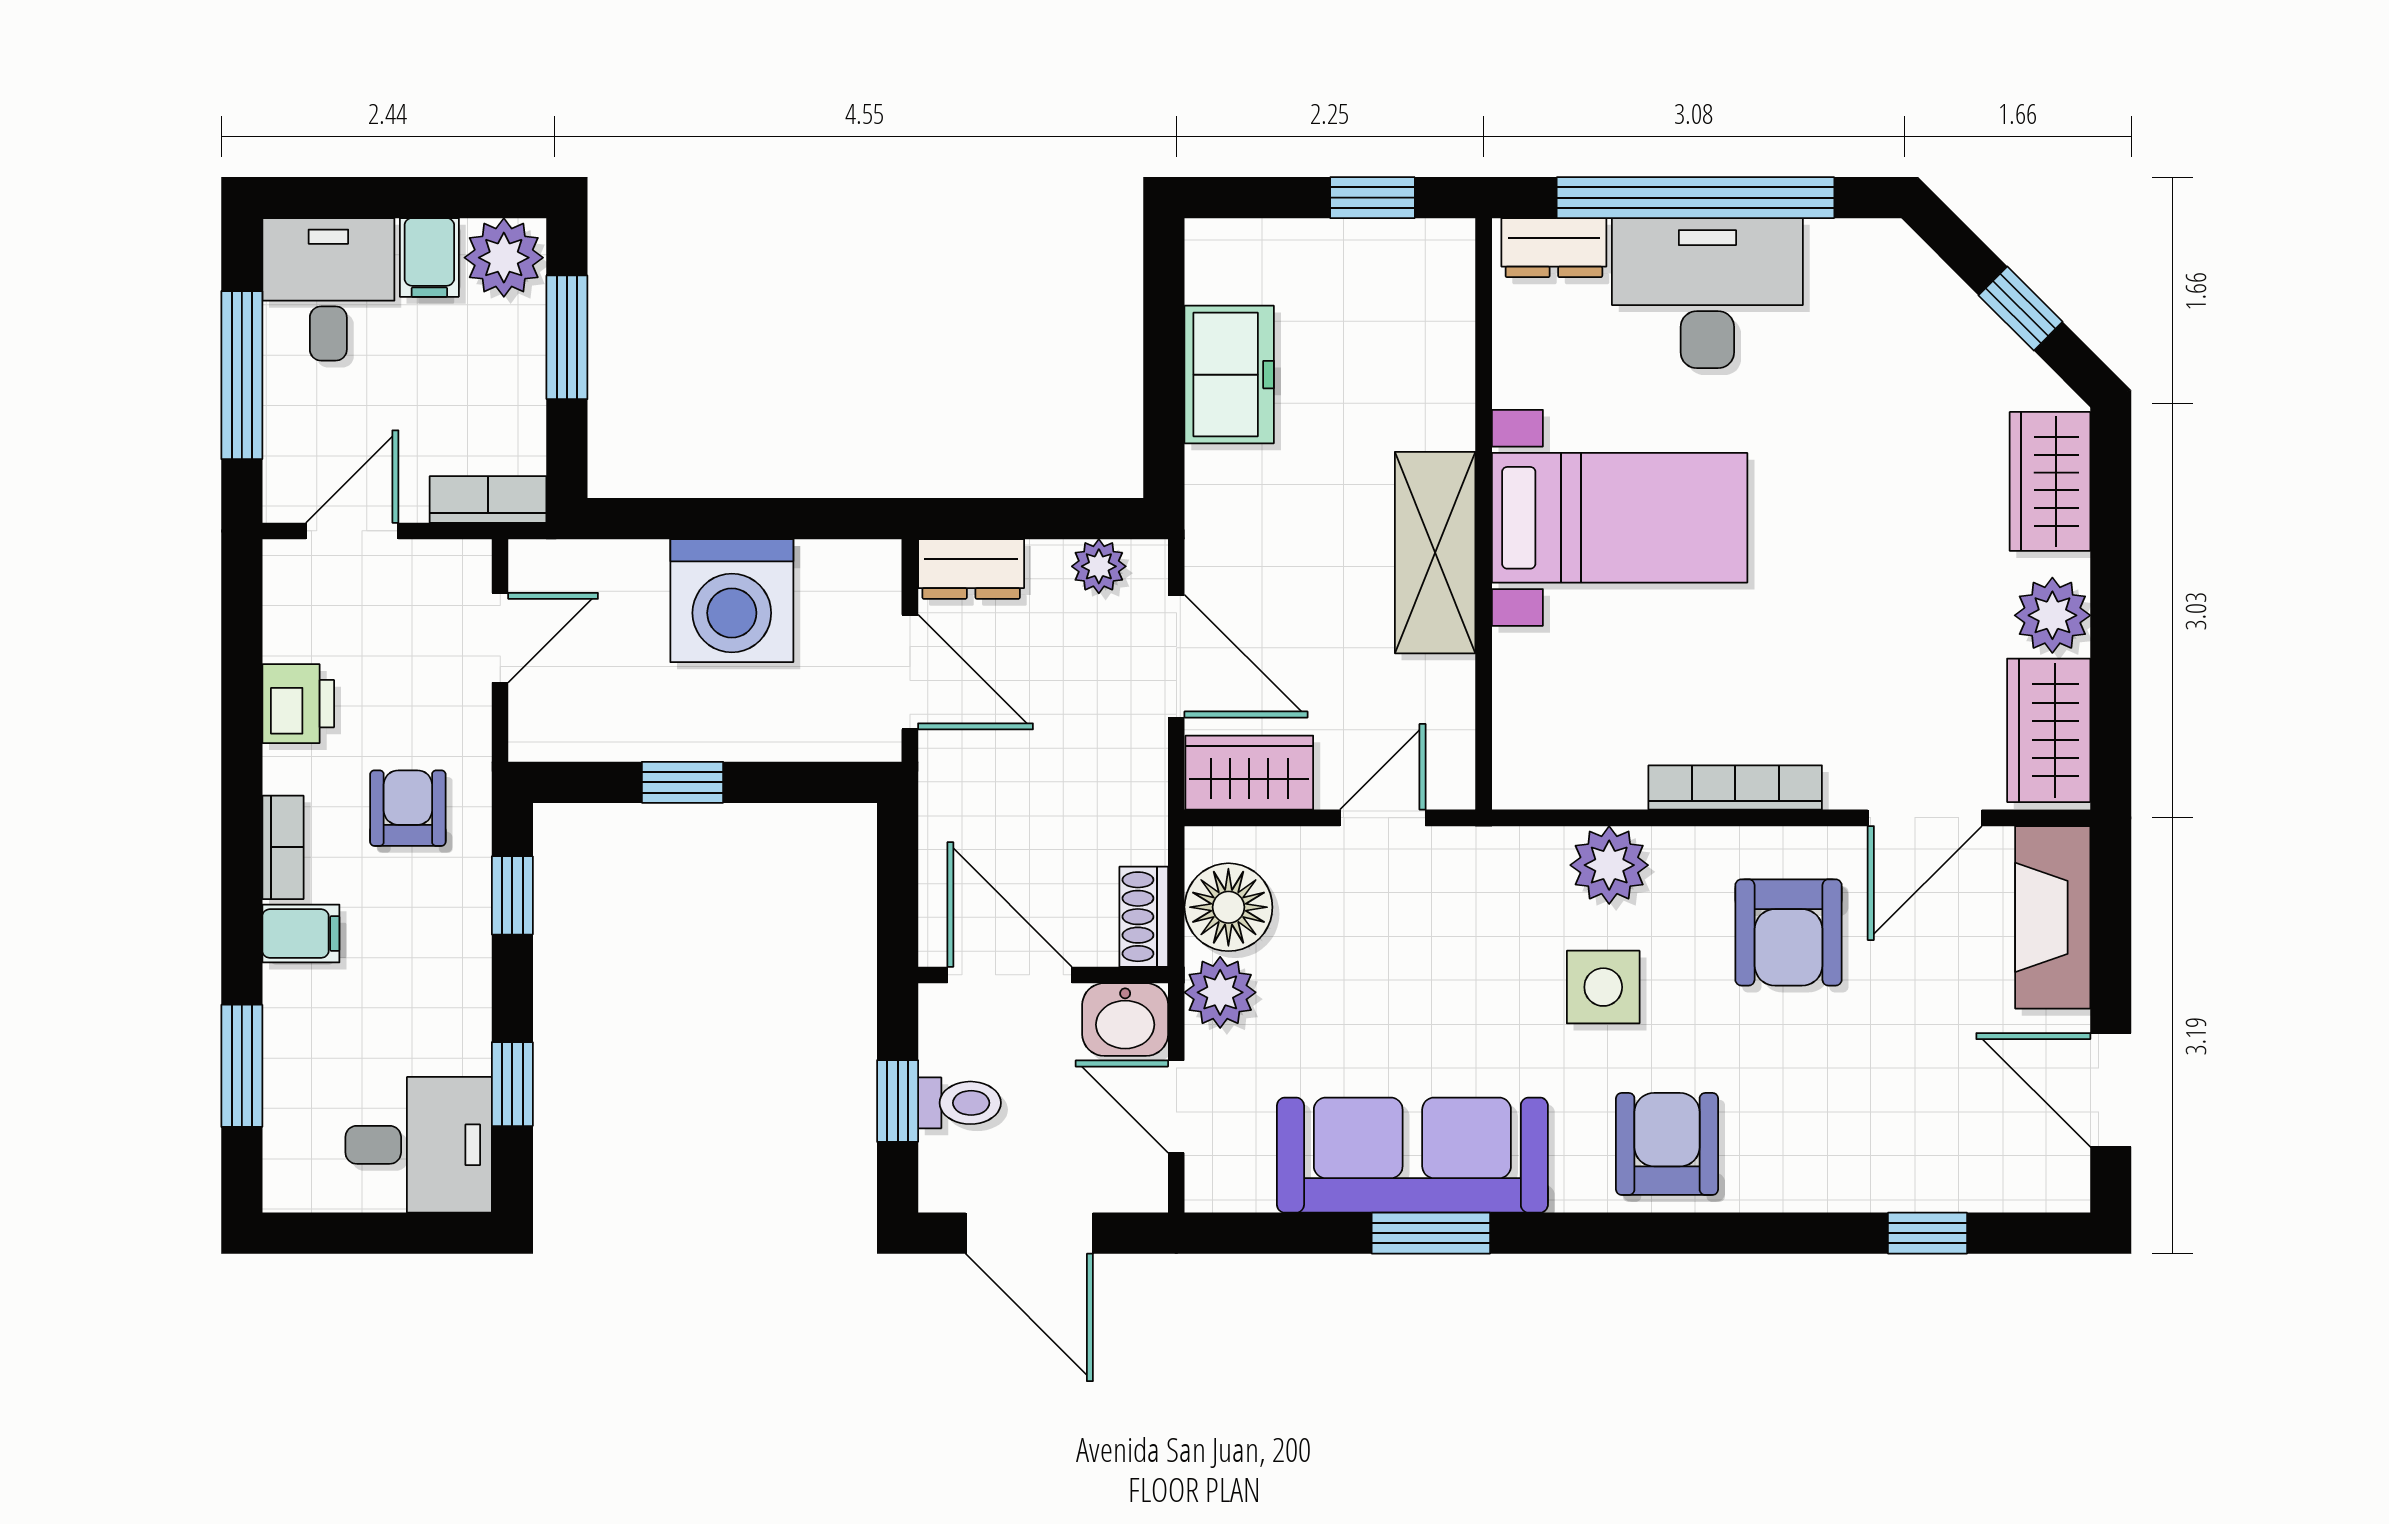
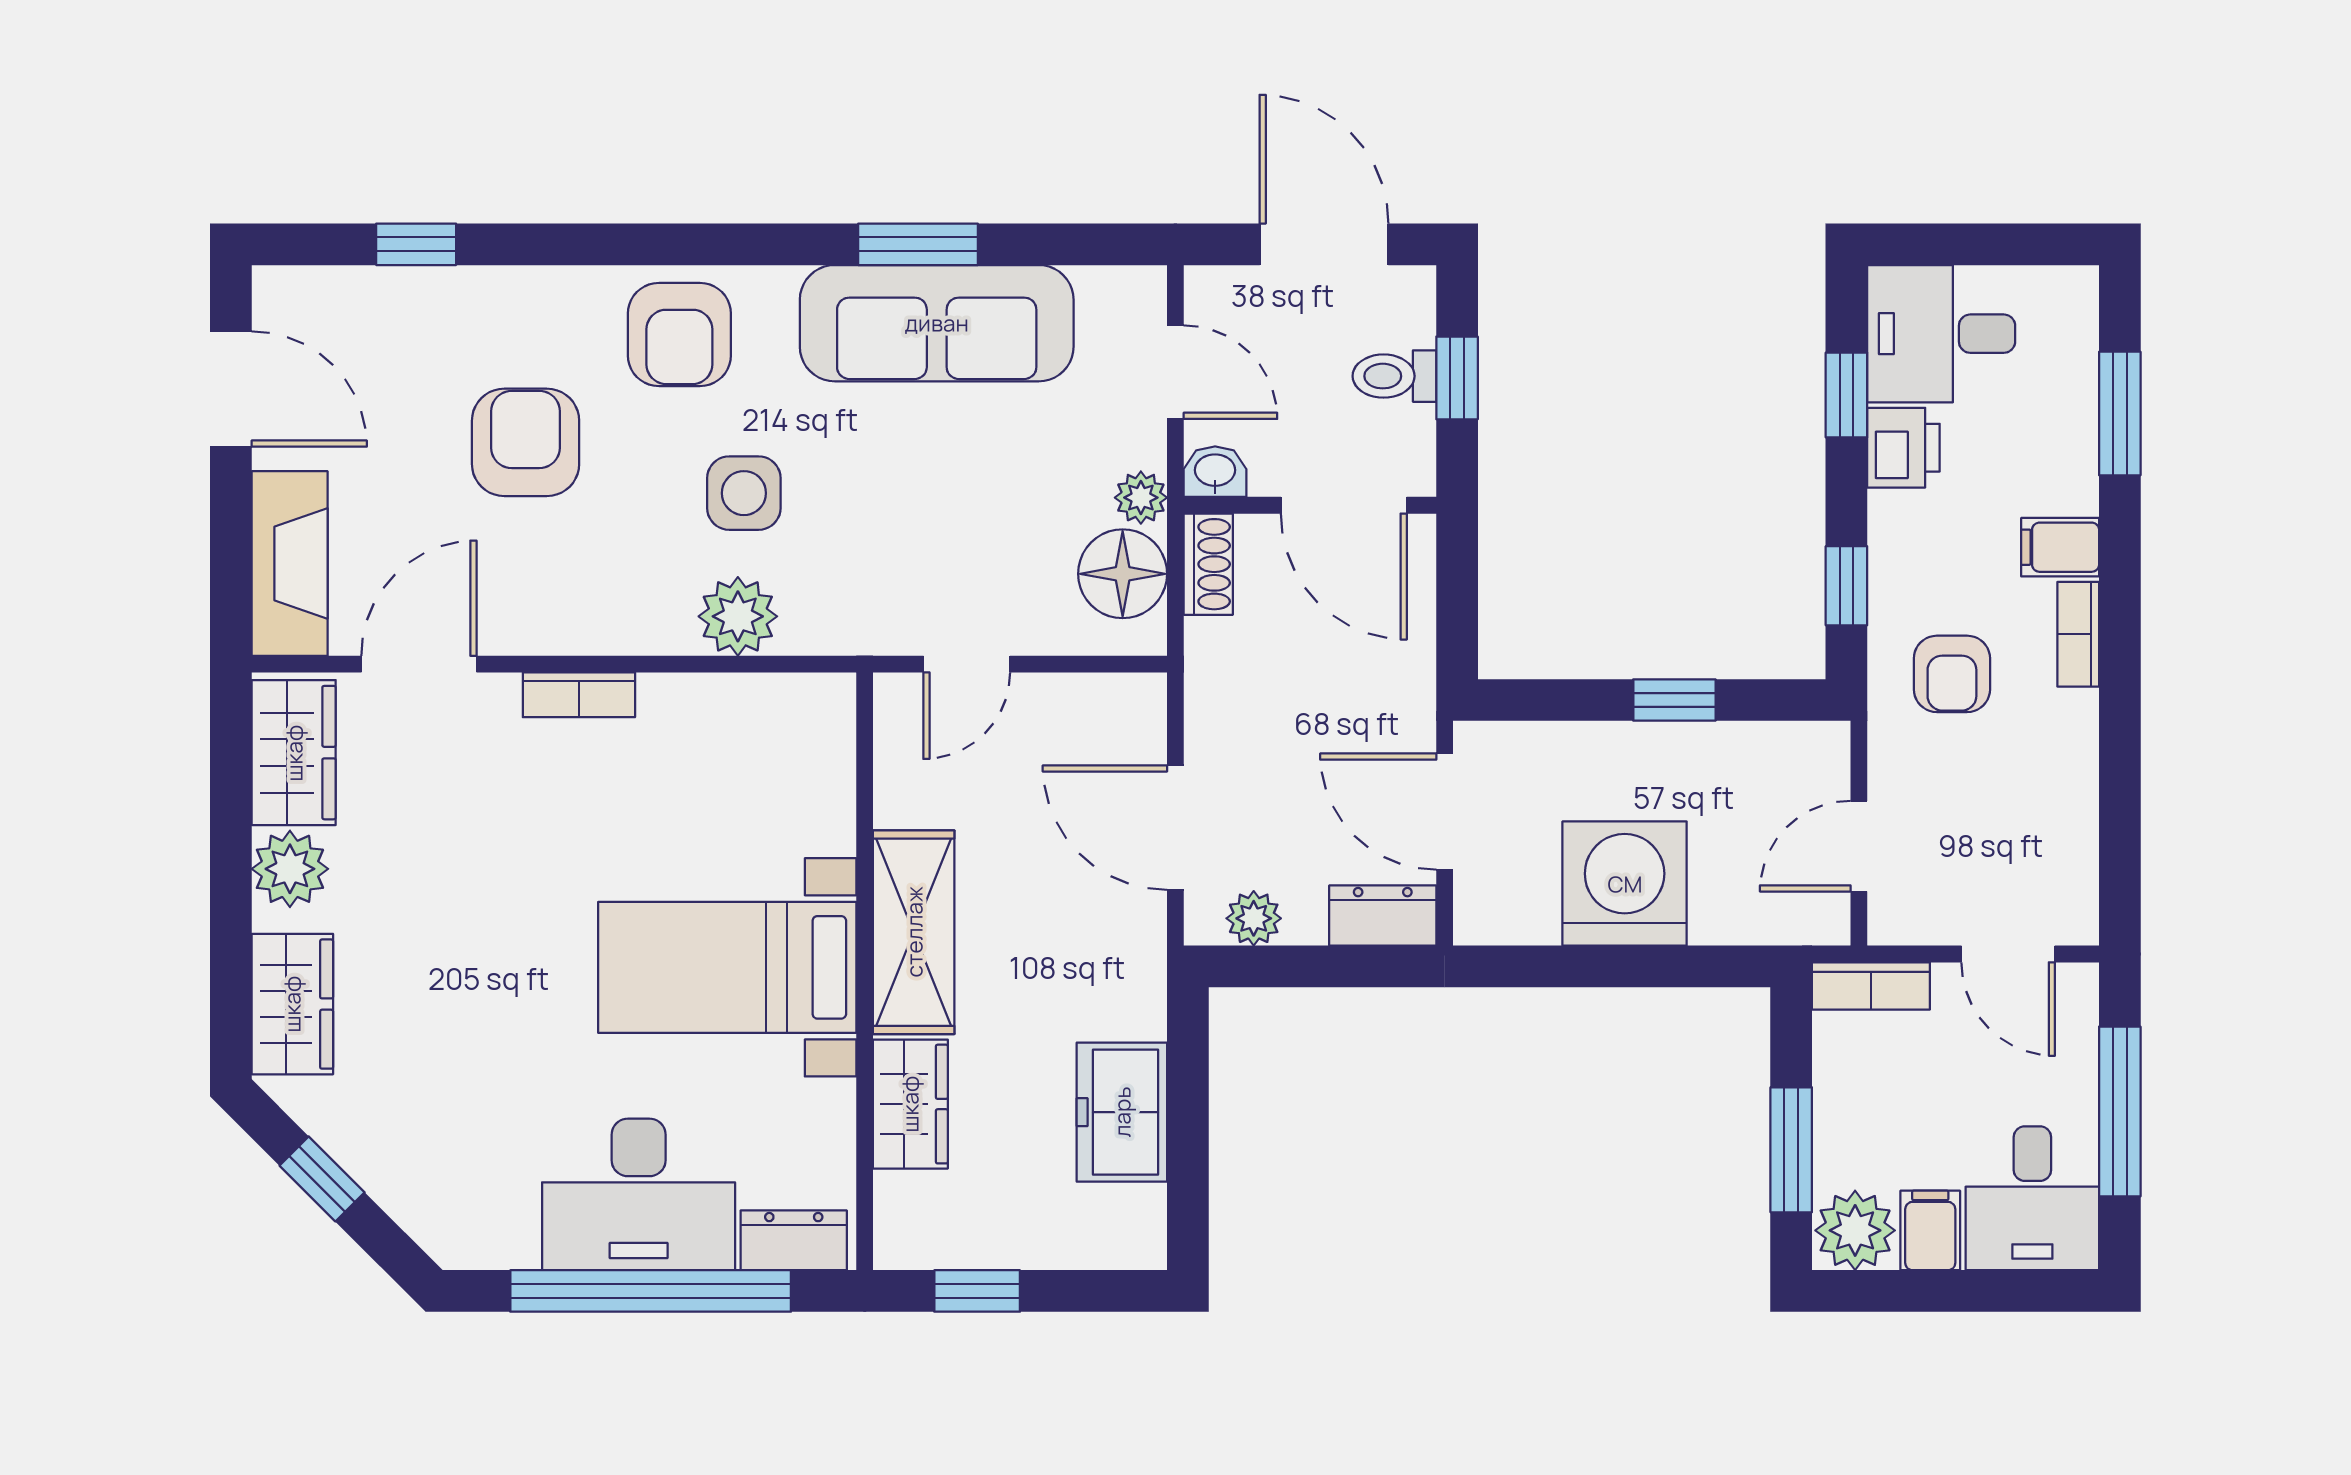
door: (352, 531) -> (2008, 954), hinge flipped
printer: (298, 704) -> (1903, 448), moved, turned 180
wardrobe: (1249, 773) -> (910, 1104), moved, turned -90
bookcase: (1735, 787) -> (579, 695), width x0.64
armchair: (1789, 932) -> (526, 442), moved
plant: (1220, 992) -> (1141, 498), width x0.73, depth x0.73
washbasin: (1125, 1020) -> (1215, 472), width x0.72, depth x0.69

